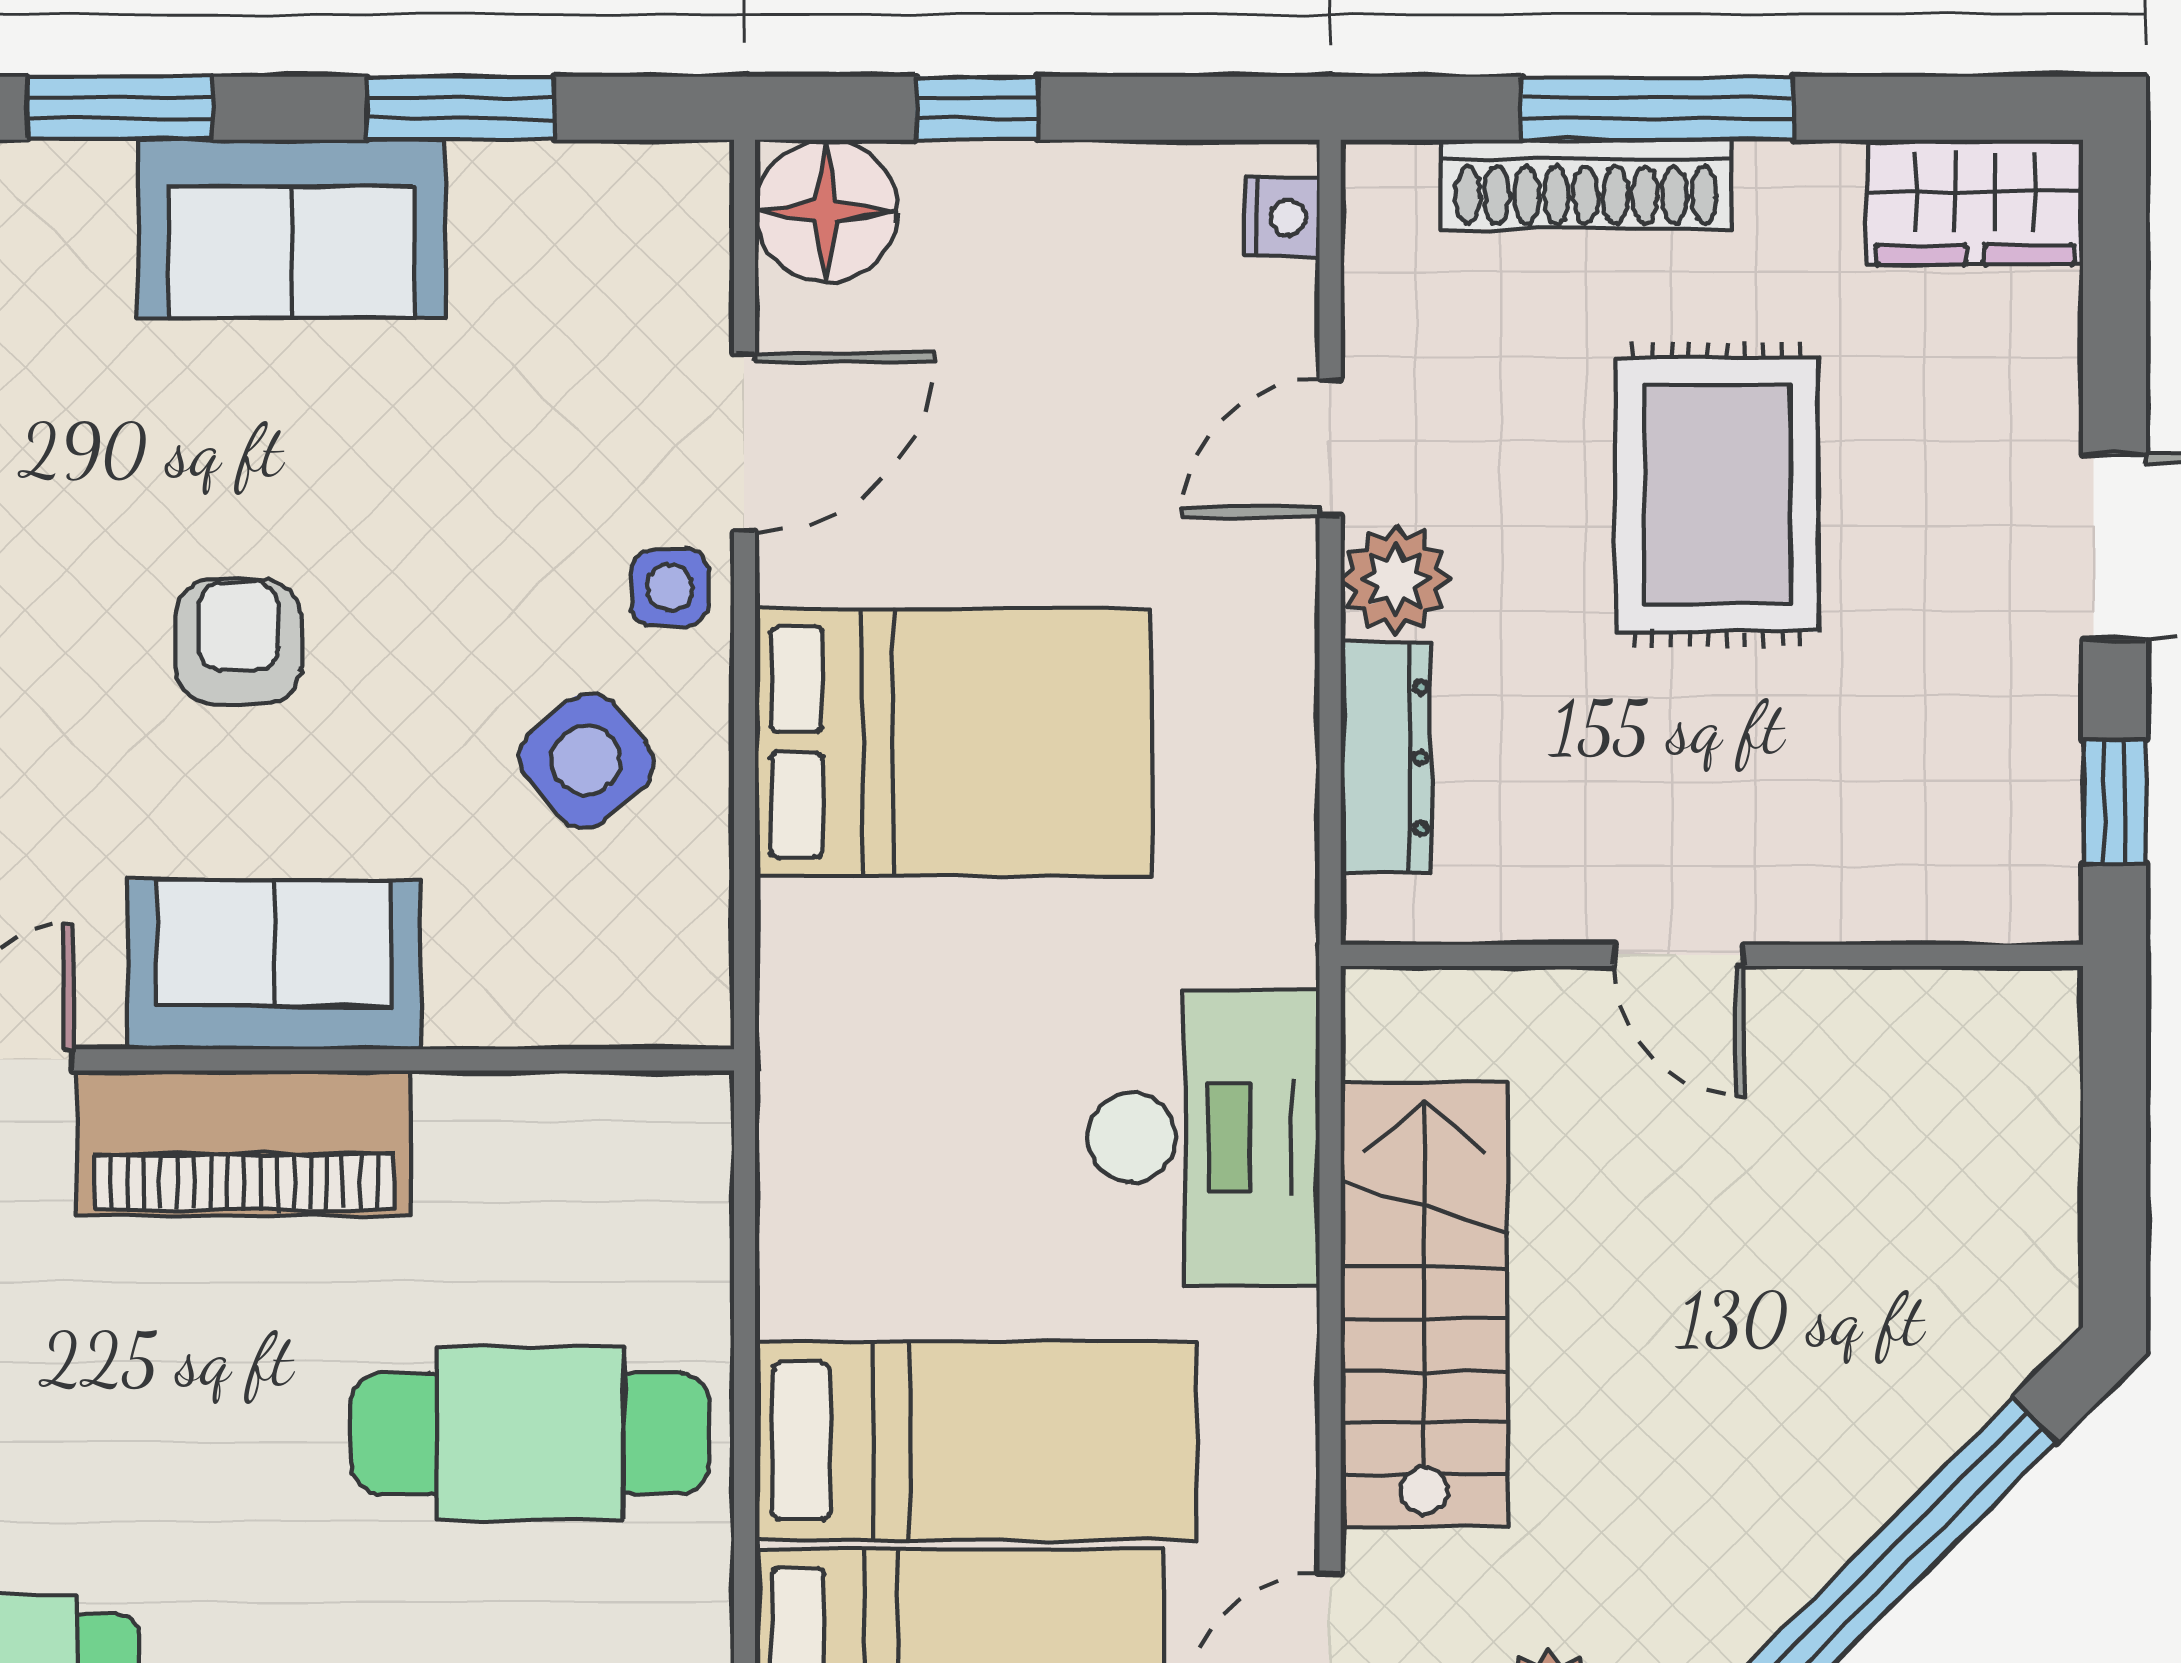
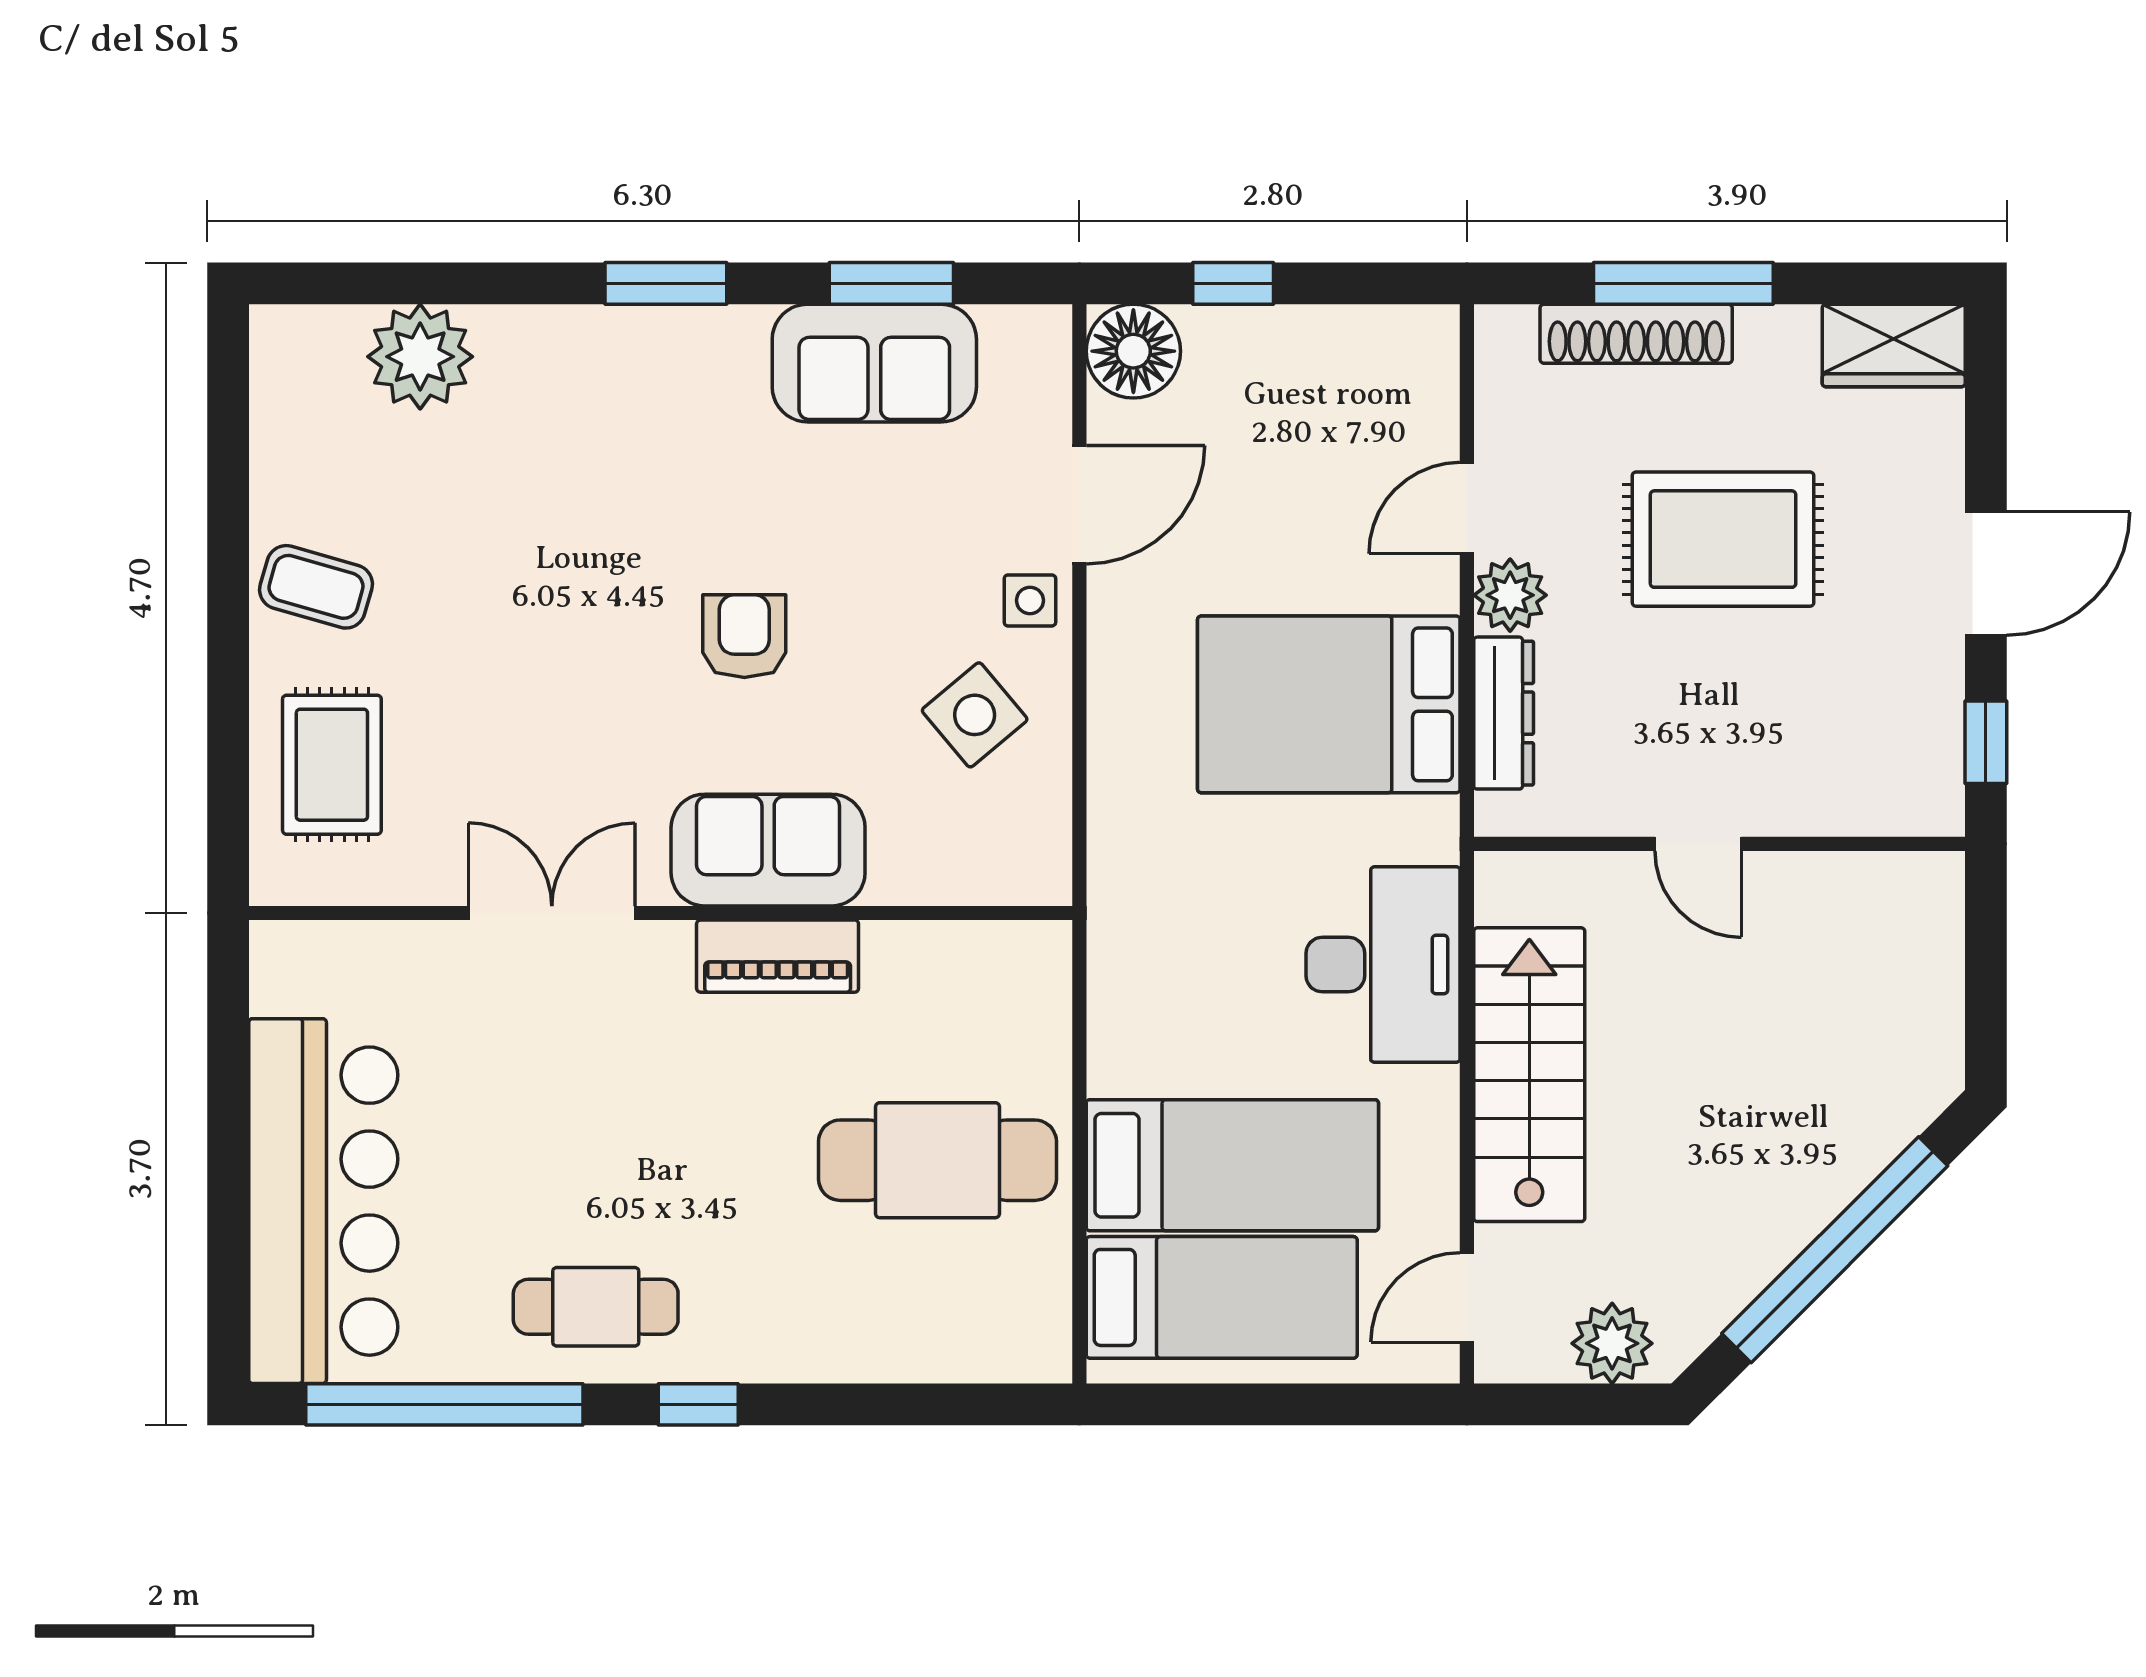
nightstand: (1282, 217) -> (1435, 356), removed
sofa: (291, 229) -> (874, 363), moved
rug: (1717, 495) -> (1723, 539), turned 90
bed: (953, 742) -> (1329, 704), moved, turned 180
piano: (244, 1143) -> (778, 956), width x0.73, depth x0.75

